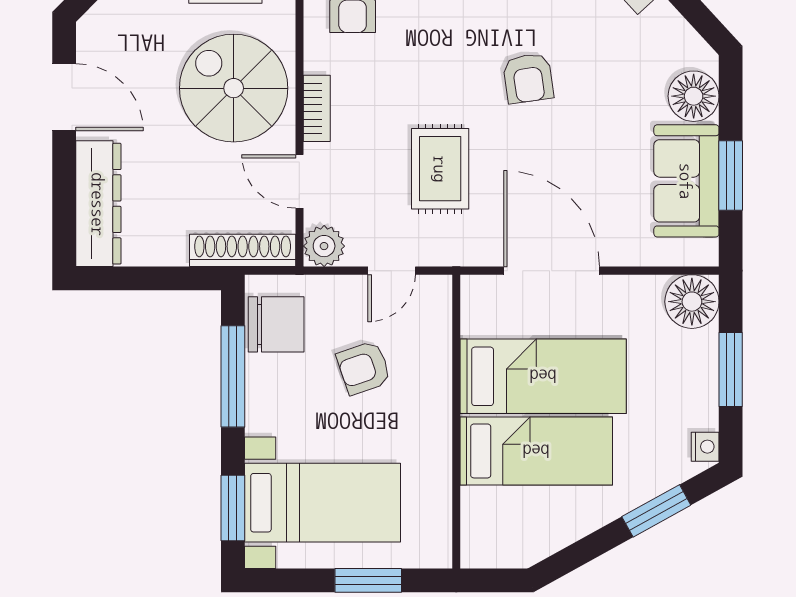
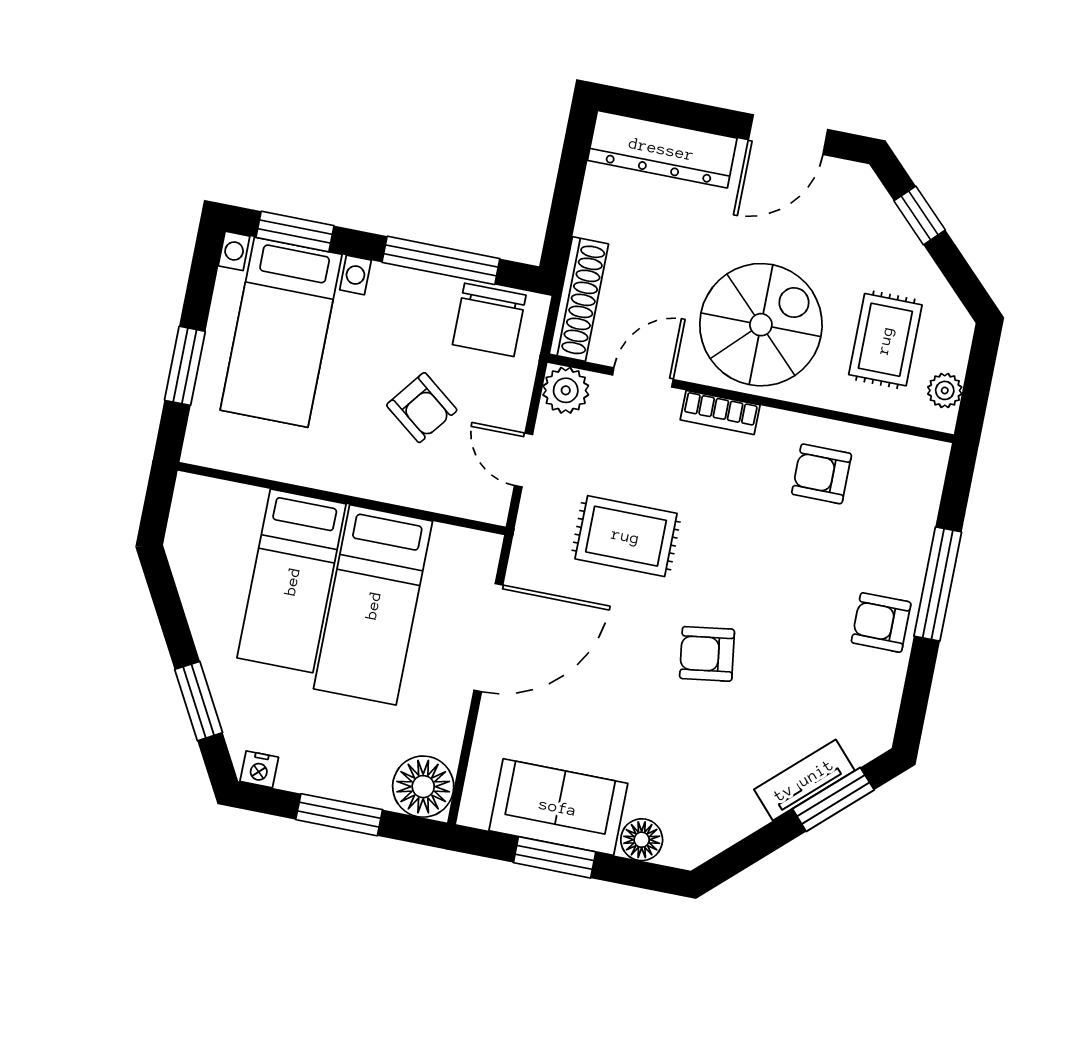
floor lamp: (694, 96) -> (642, 840), width x0.73, depth x0.73
armchair: (364, 368) -> (422, 408), turned 147

